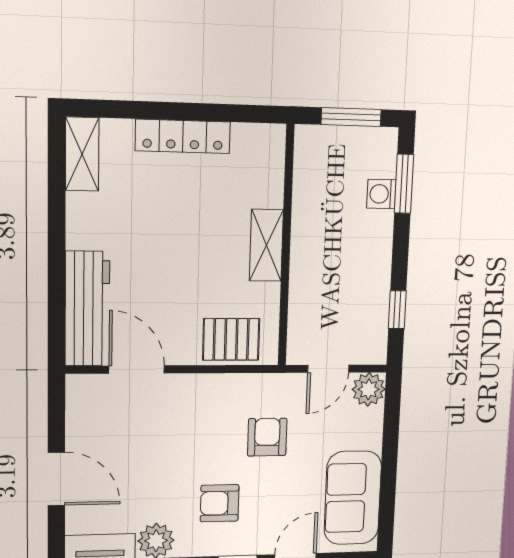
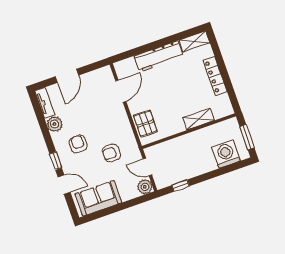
window: (404, 184) -> (230, 168), removed
washing machine: (381, 194) -> (226, 154), width x1.89, depth x1.89
shelving: (266, 245) -> (198, 119), moved
workbench: (87, 309) -> (159, 56), moved
armchair: (267, 437) -> (111, 153), turned 180

